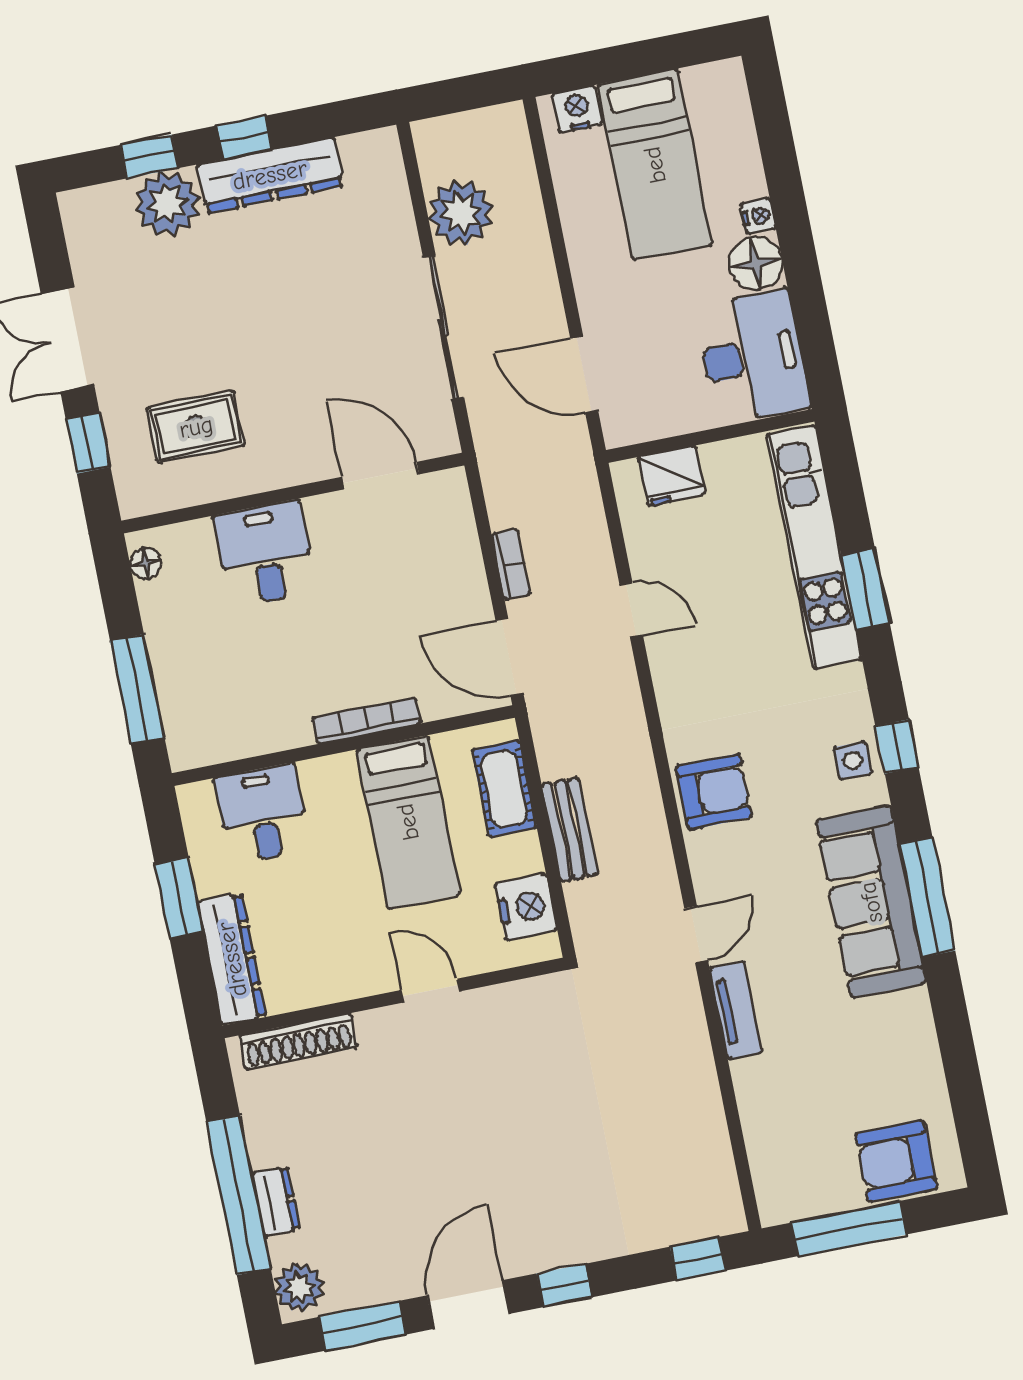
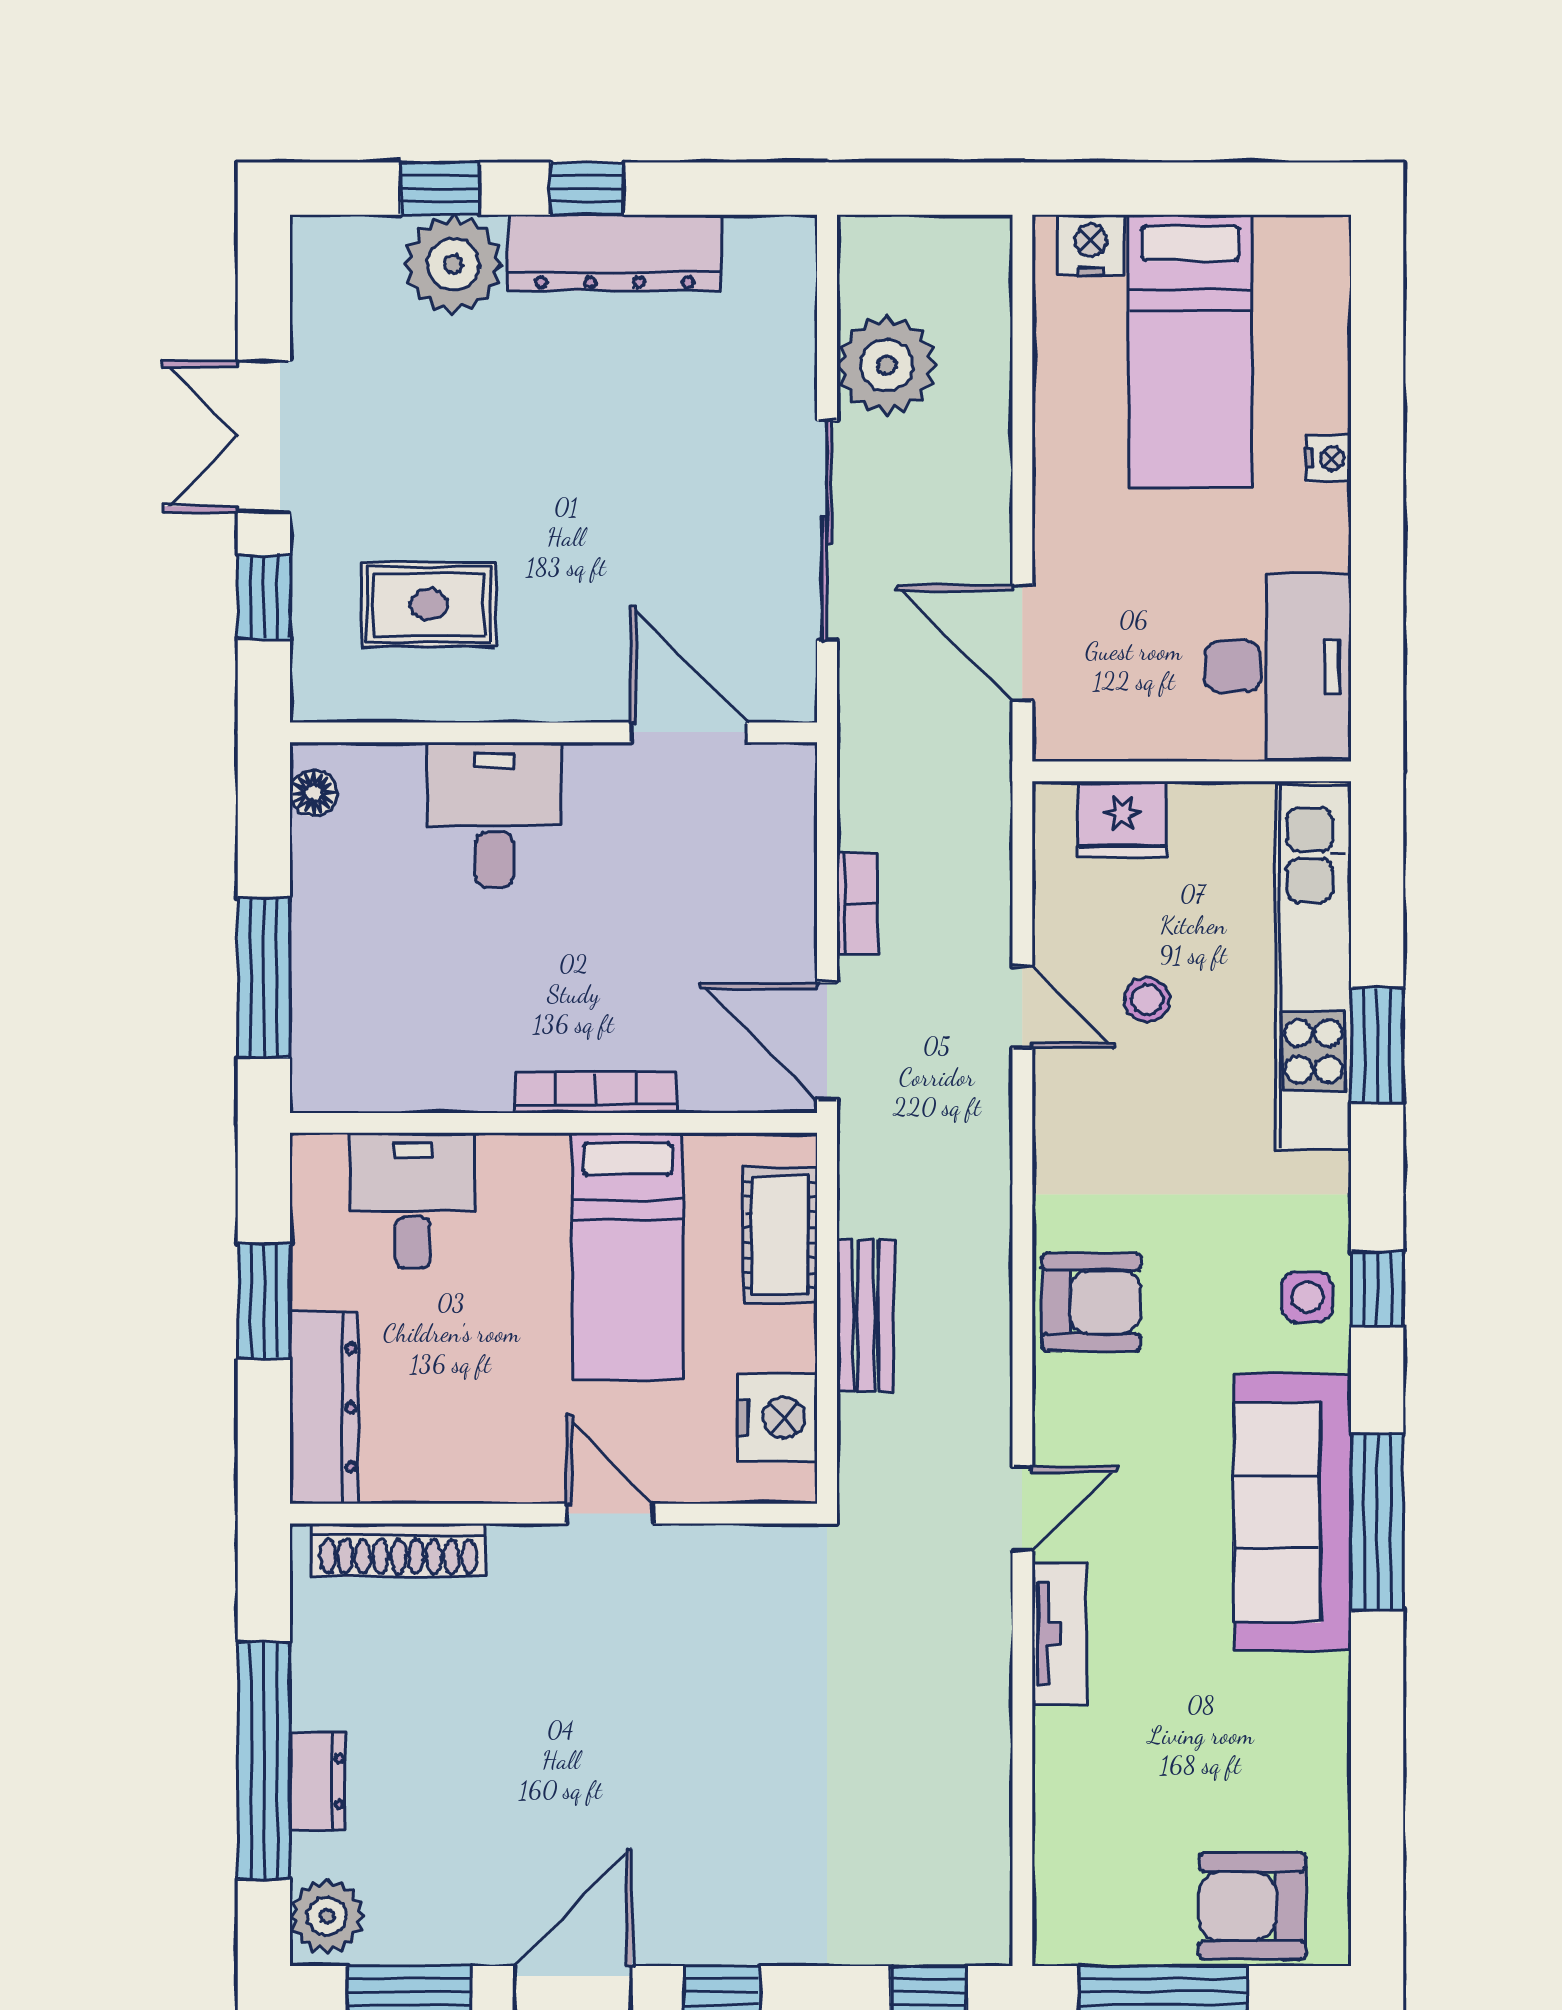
floor lamp: (756, 263) -> (1311, 528), removed
stool: (711, 589) -> (1147, 1000), added

